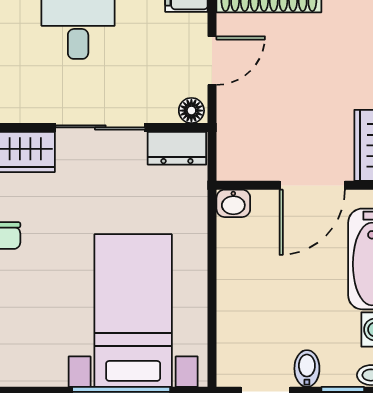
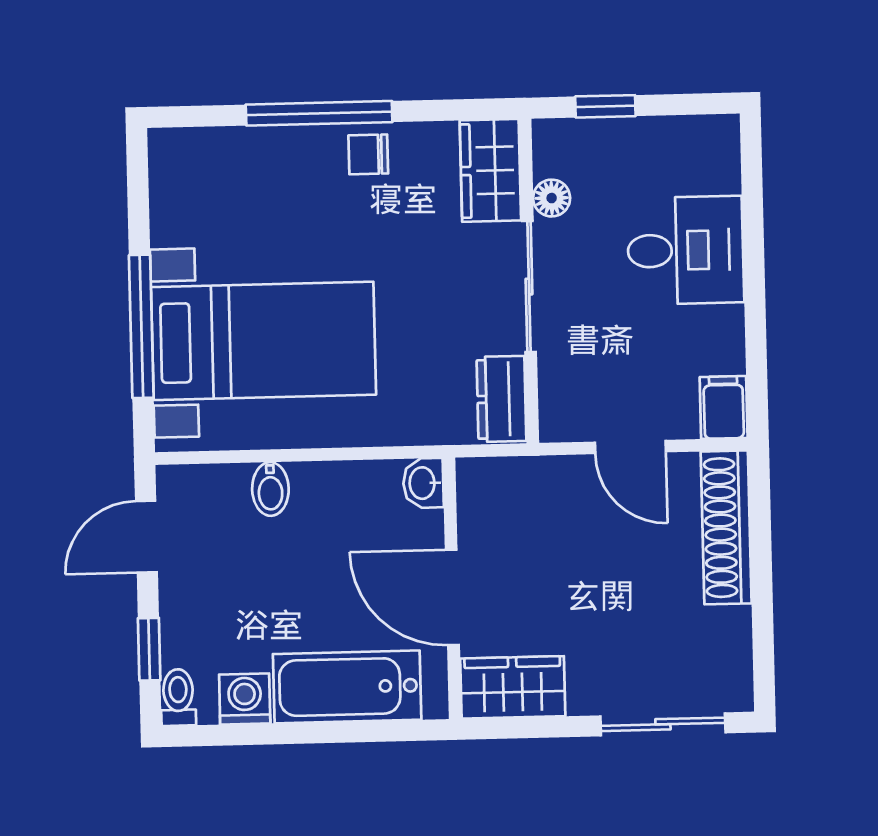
floor lamp: (191, 111) -> (552, 198), moved
bidet: (307, 369) -> (270, 489), moved, turned 90

